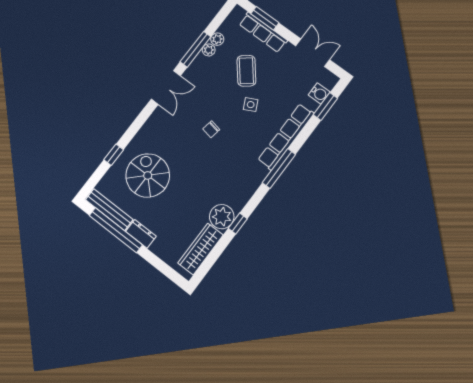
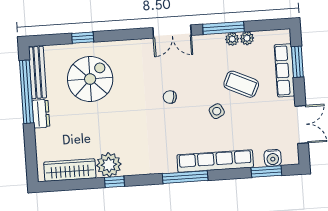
coffee table: (246, 71) -> (241, 84), turned 64

